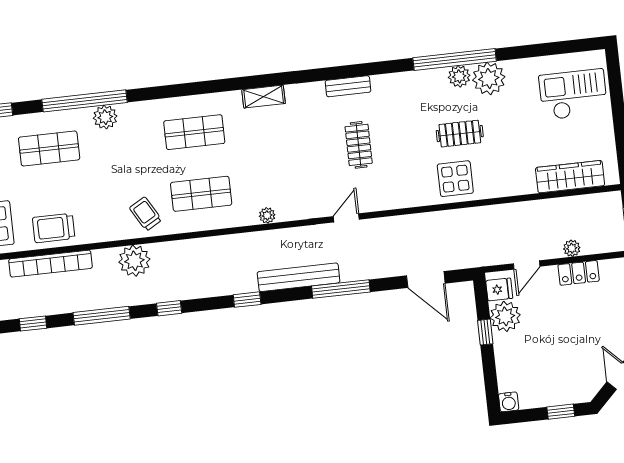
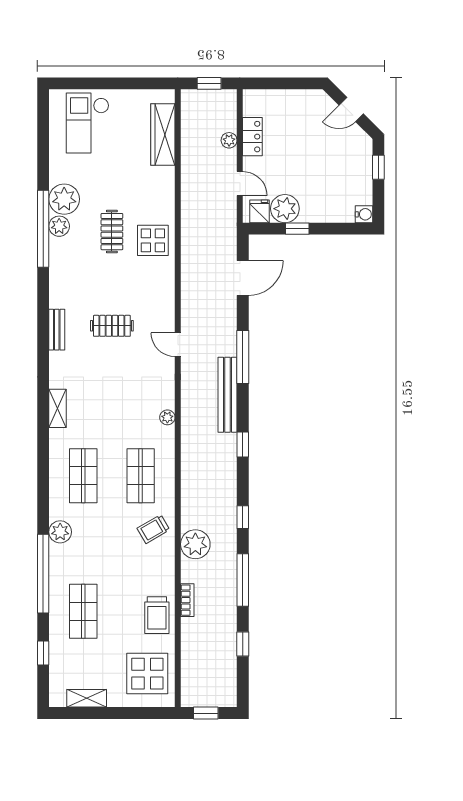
plant: (105, 117) -> (60, 532), moved
bookcase: (50, 264) -> (187, 600), width x0.43, depth x0.76

